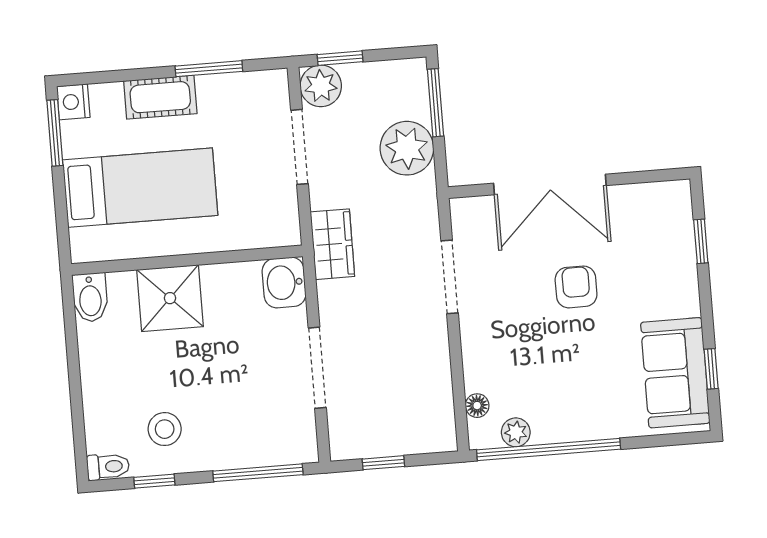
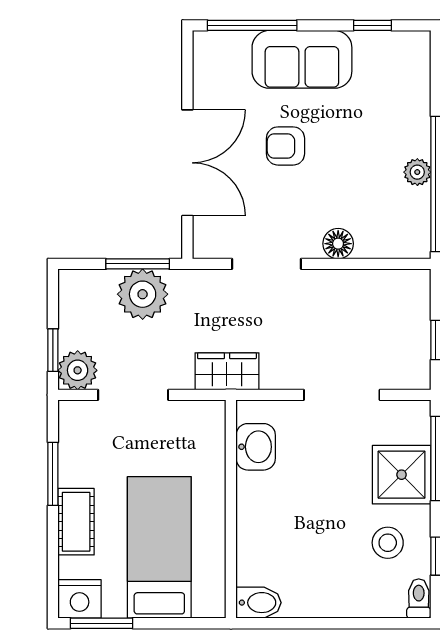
nightstand: (73, 102) -> (80, 599), width x1.36, depth x1.33
window: (436, 103) -> (138, 264), moved
window: (701, 241) -> (252, 25), width x2.17
washbasin: (284, 282) -> (256, 447), moved, turned -90
shower: (170, 298) -> (402, 475), moved
sofa: (675, 373) -> (302, 59), moved
floor lamp: (477, 406) -> (338, 244), moved, width x1.37, depth x1.37
plant: (516, 432) -> (417, 172), moved

